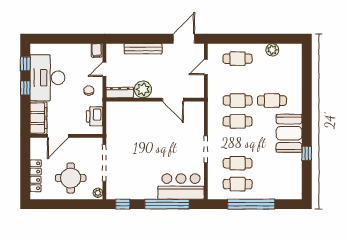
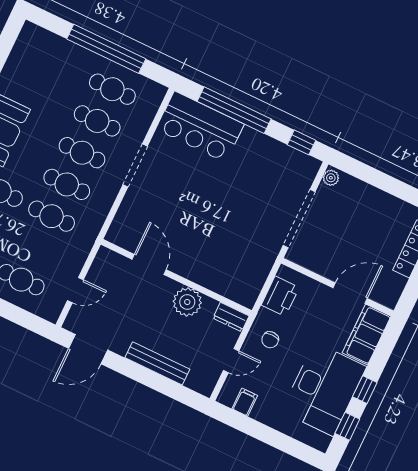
filing cabinet: (97, 50) -> (245, 402), moved
dresser: (120, 93) -> (231, 317), width x0.70
cafe table: (238, 142) -> (82, 153), added
round table: (71, 178) -> (361, 220), removed

